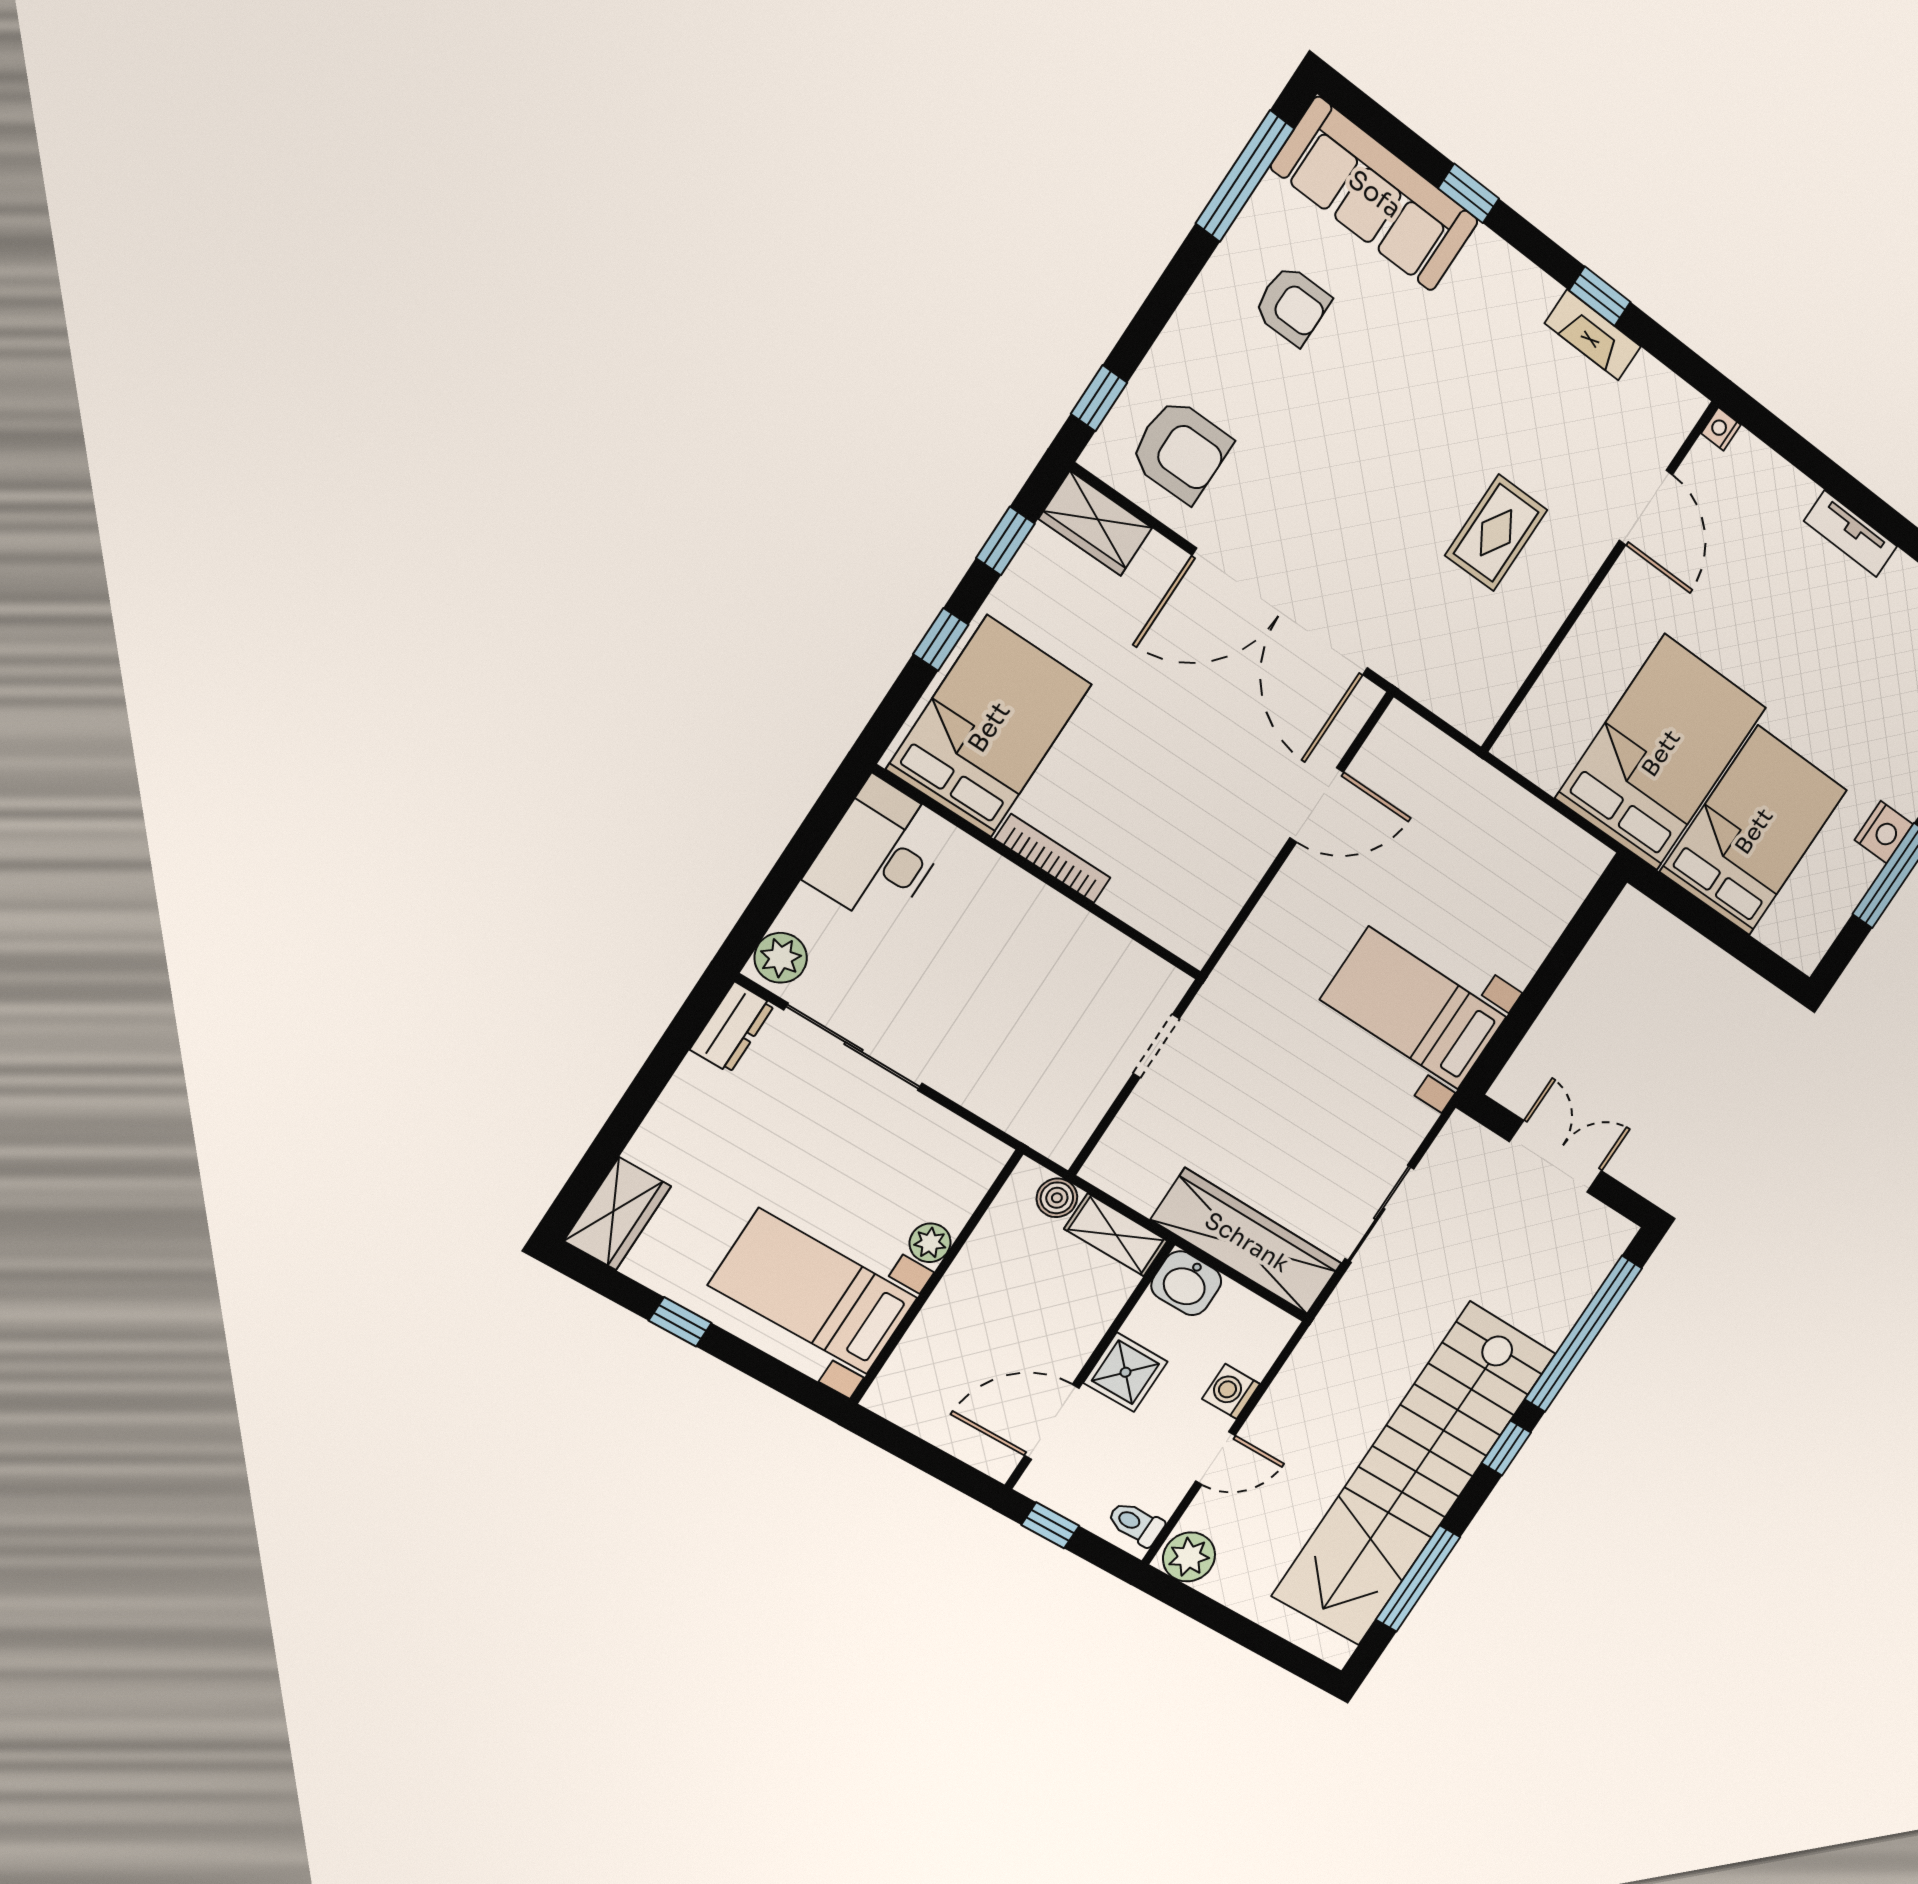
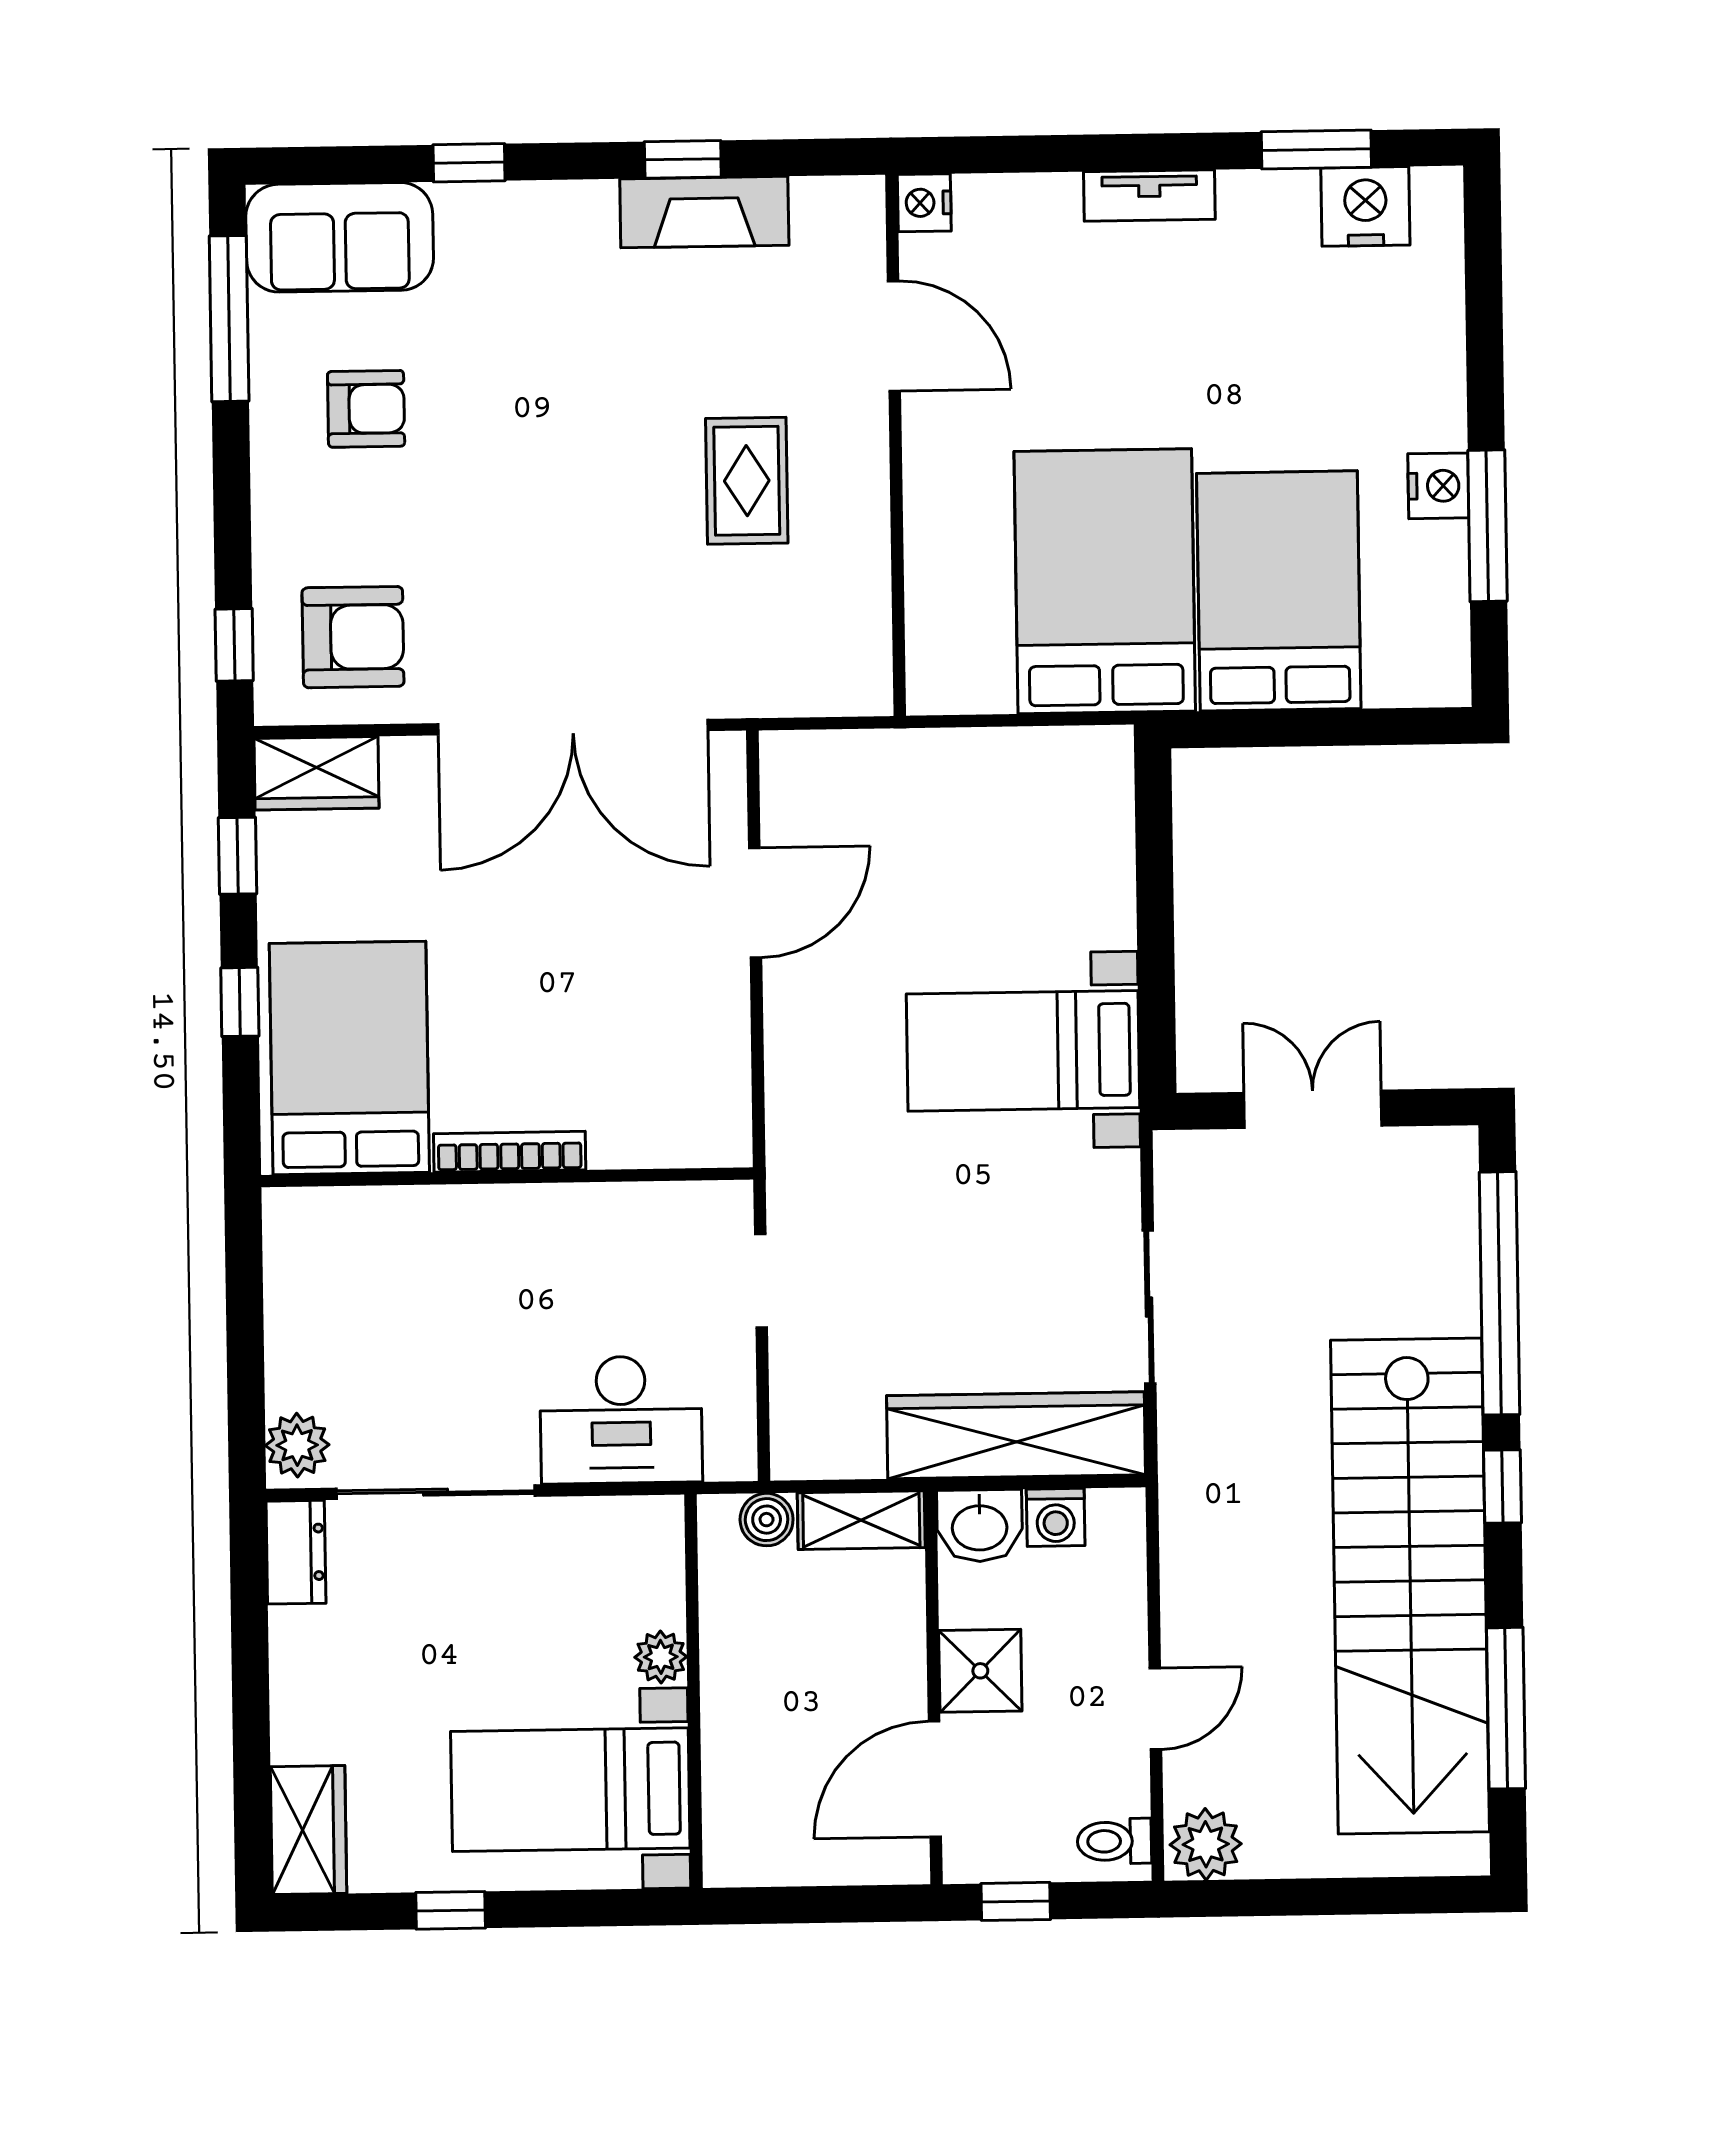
sofa: (1375, 194) -> (340, 237), width x0.73
fireplace: (1593, 335) -> (704, 212), width x1.37, depth x1.32
nightstand: (1721, 429) -> (924, 203), width x1.39, depth x1.35
desk: (880, 853) -> (621, 1420), moved, turned -90
washing machine: (1231, 1391) -> (1056, 1517), moved, turned -90

